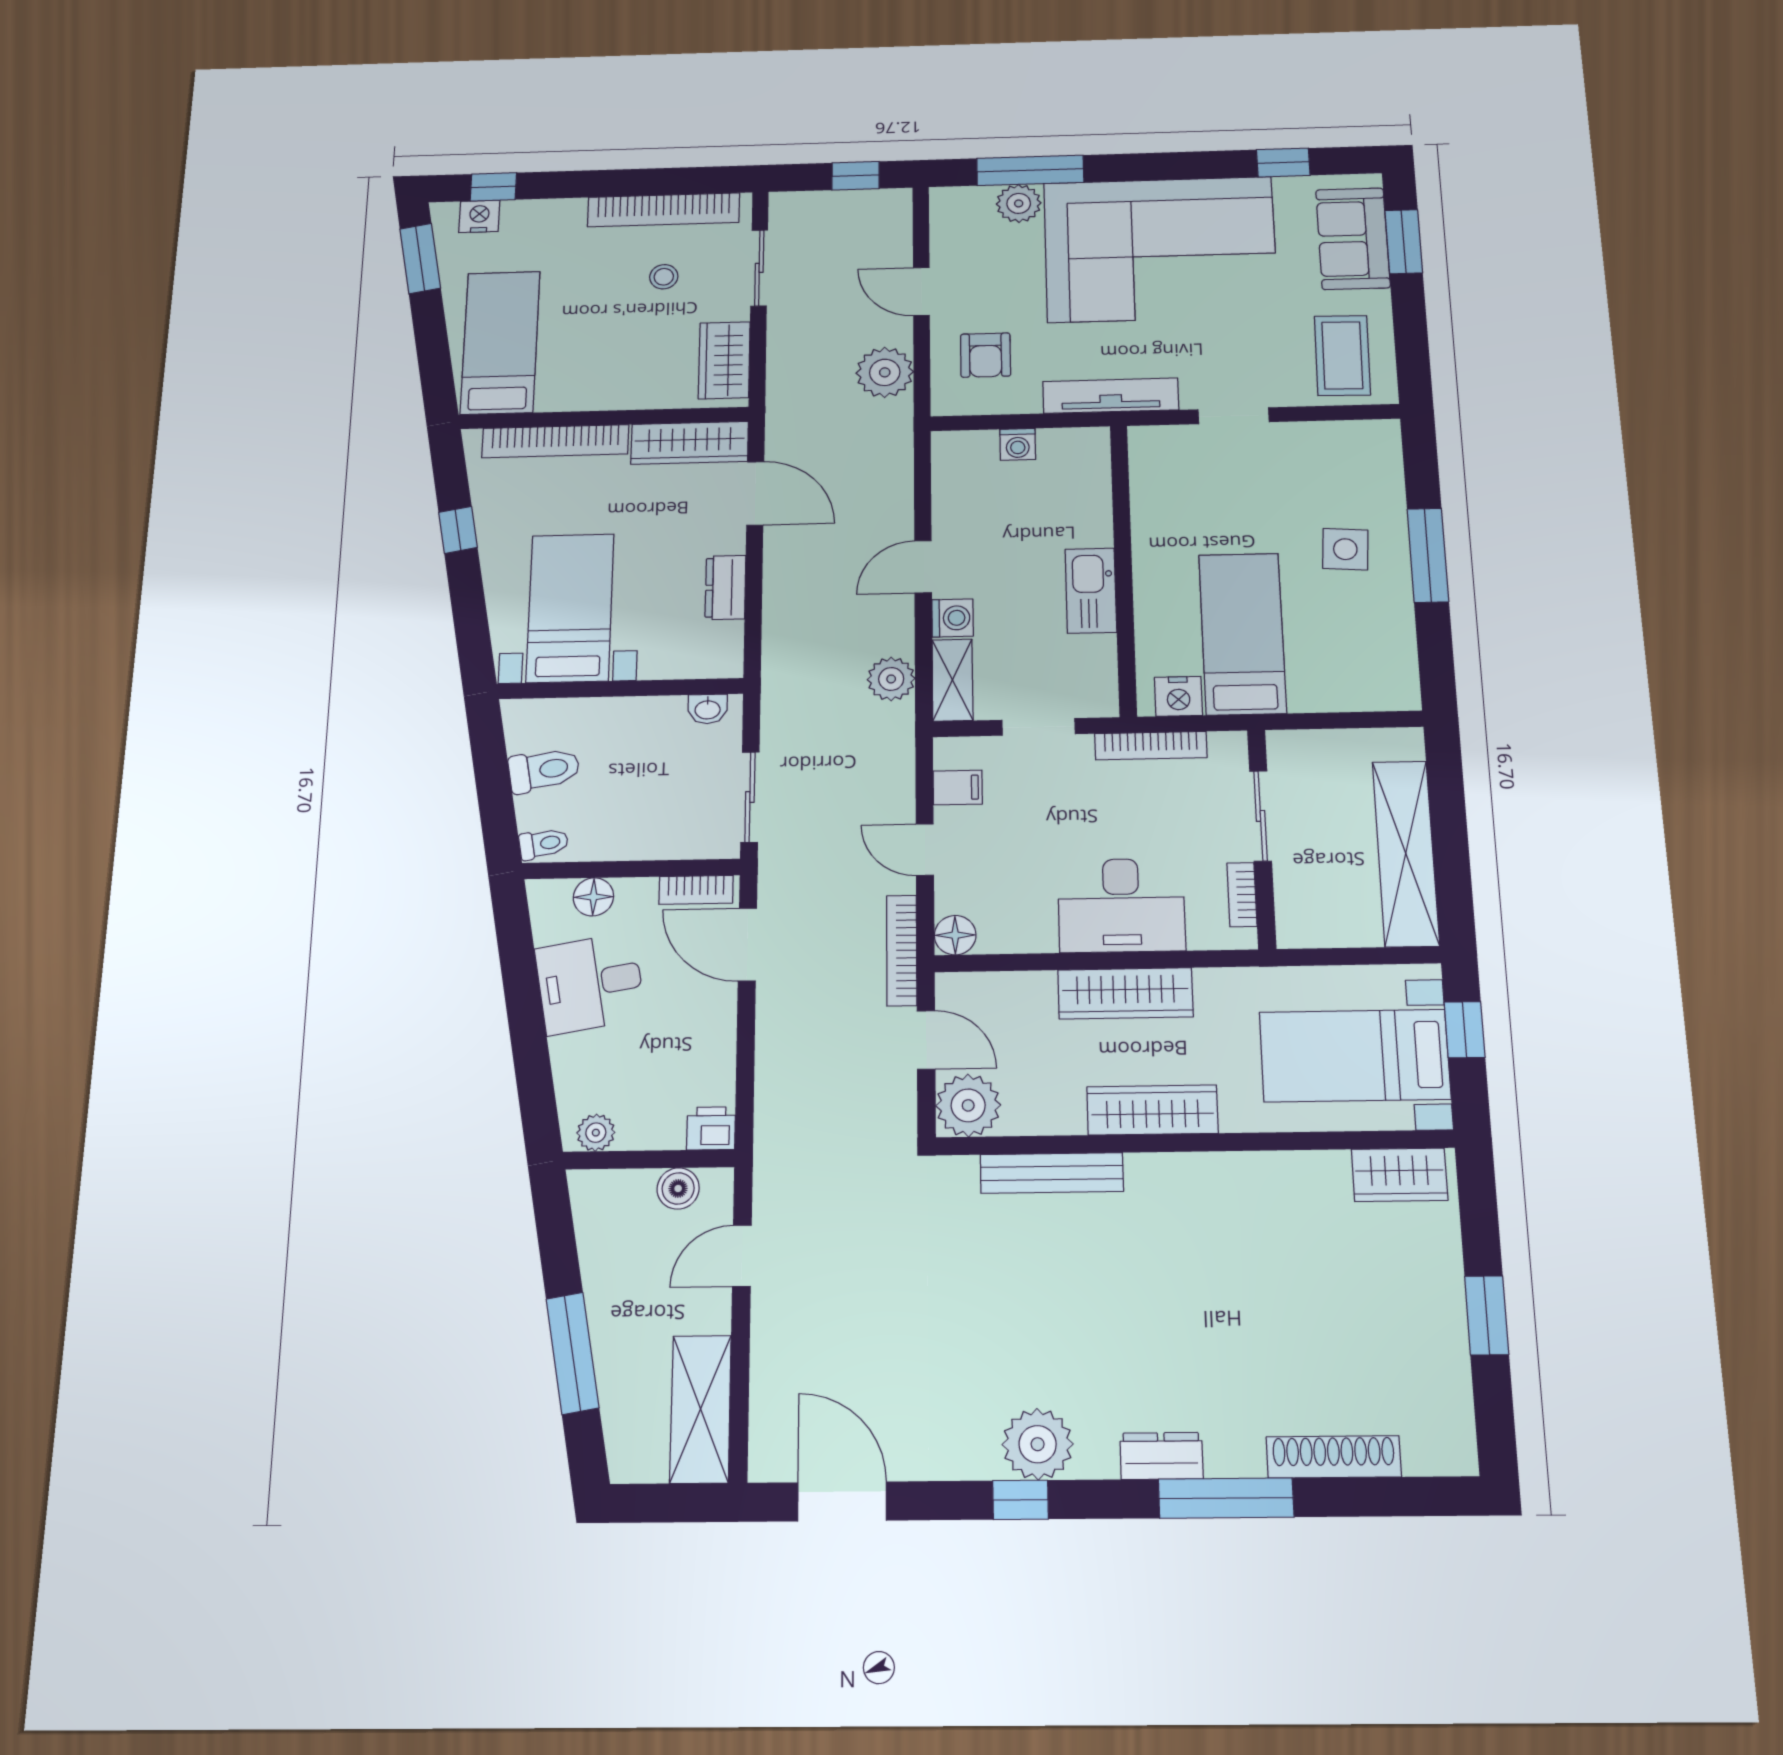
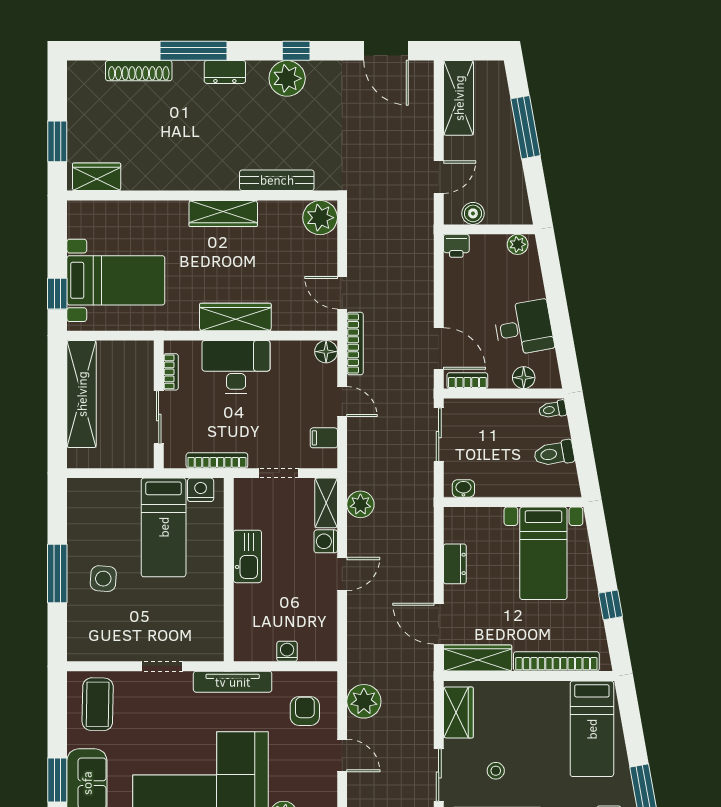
plant: (968, 1105) -> (320, 218), moved
wardrobe: (1152, 1110) -> (223, 214), moved
wall: (1194, 1143) -> (202, 196), moved
bench: (1052, 1173) -> (277, 180), moved
wardrobe: (1399, 1175) -> (97, 177), moved

